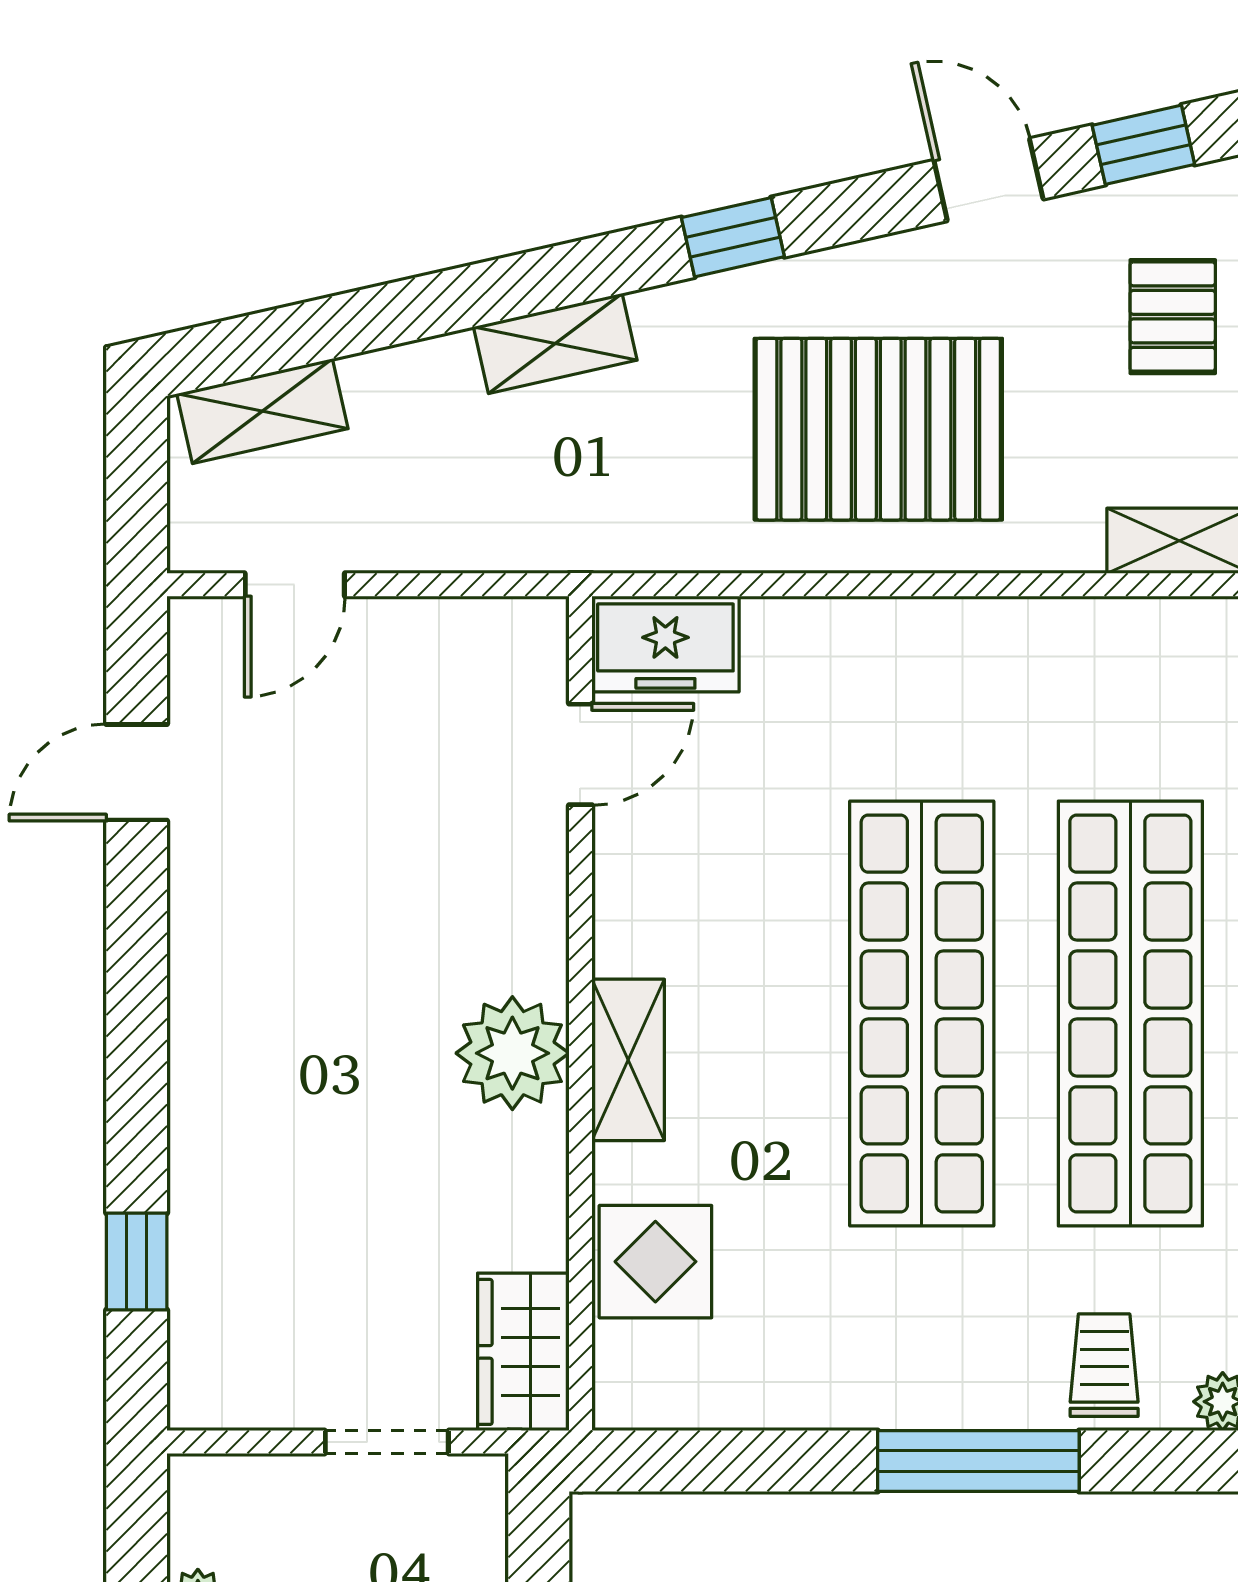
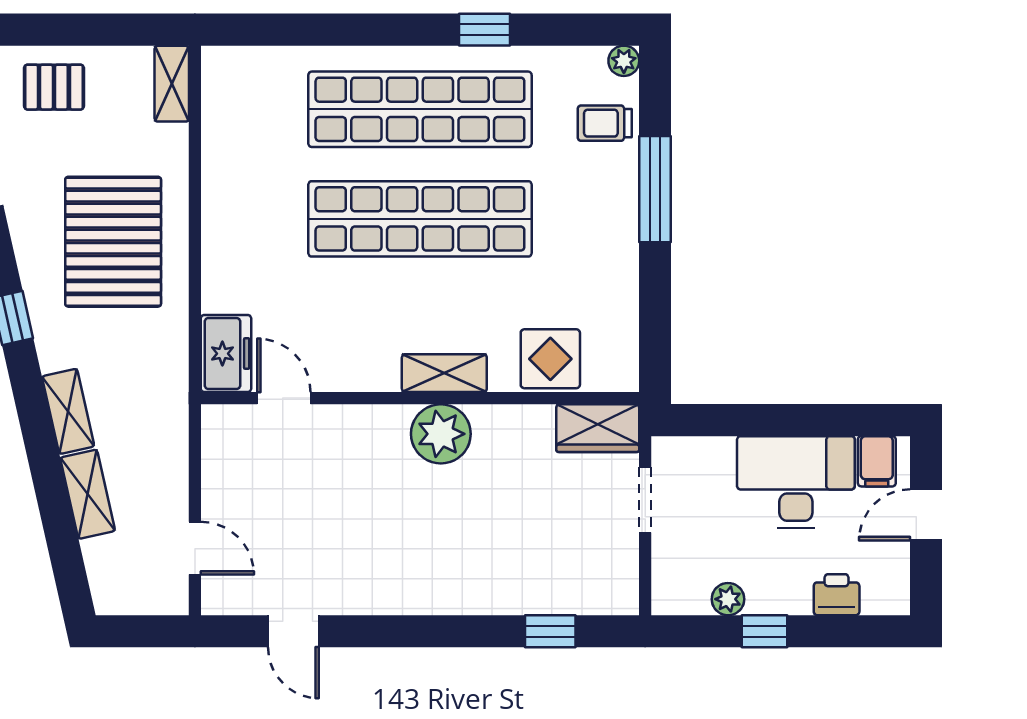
shelving: (262, 411) -> (88, 494), moved

